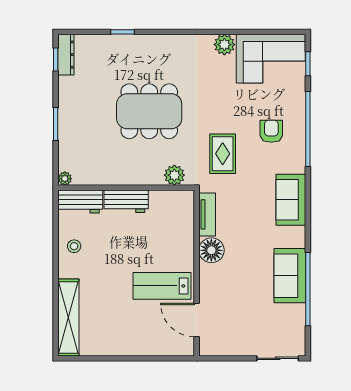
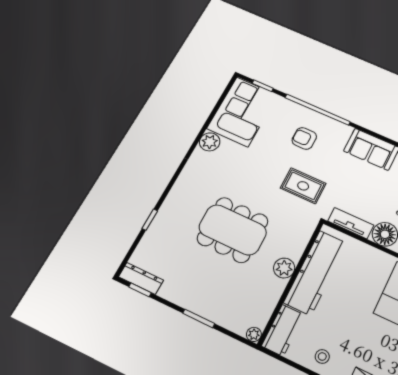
dining table: (149, 111) -> (233, 230), turned 90
plant: (174, 175) -> (284, 268), moved
workbench: (126, 201) -> (315, 273), width x1.88, depth x1.32

